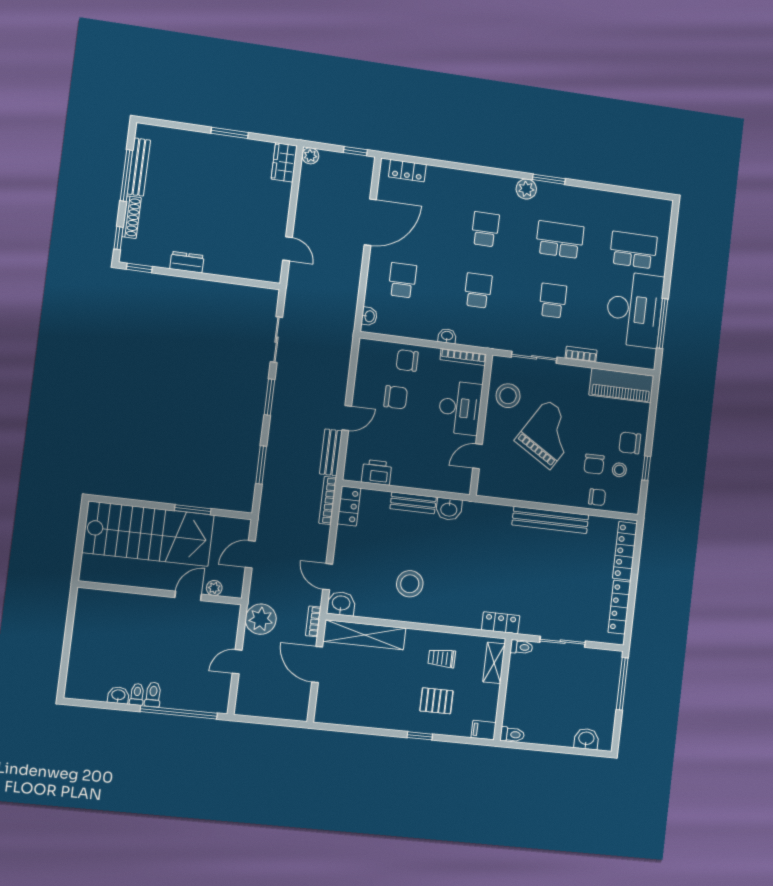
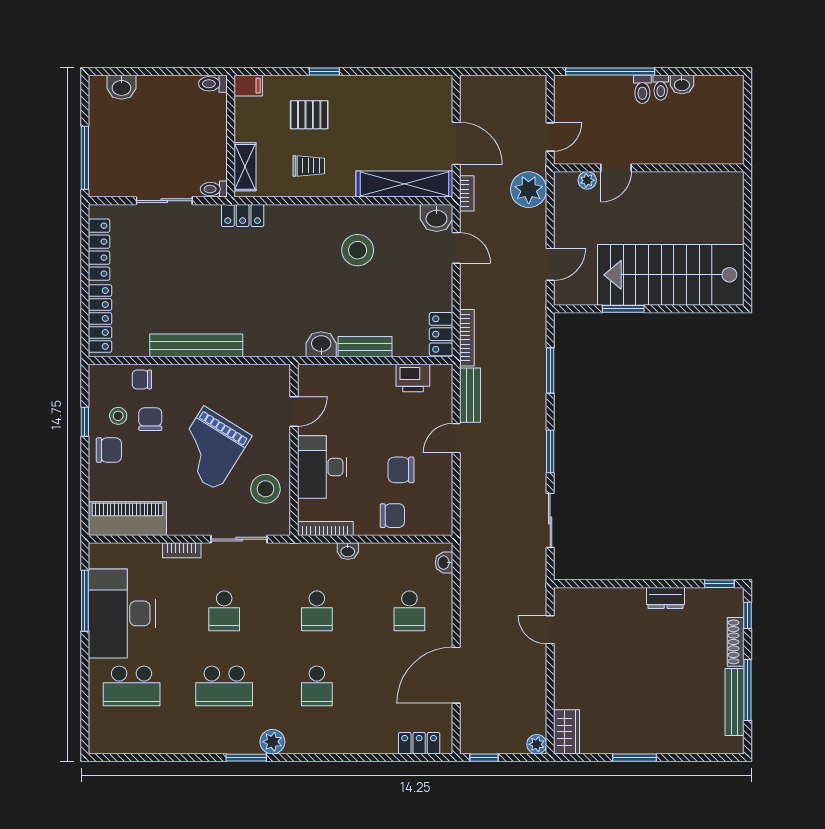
plant: (214, 588) -> (587, 180), moved
wall: (160, 593) -> (649, 168), moved
door: (188, 596) -> (616, 168), moved

